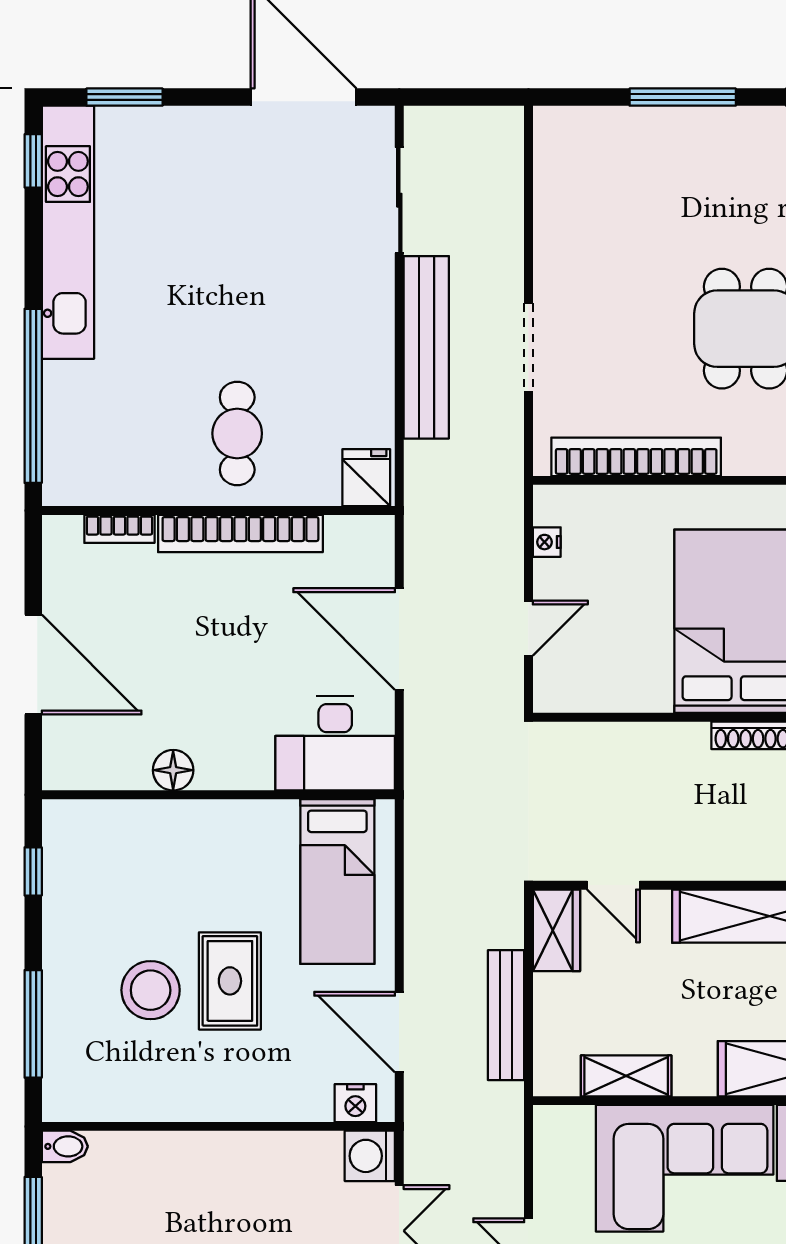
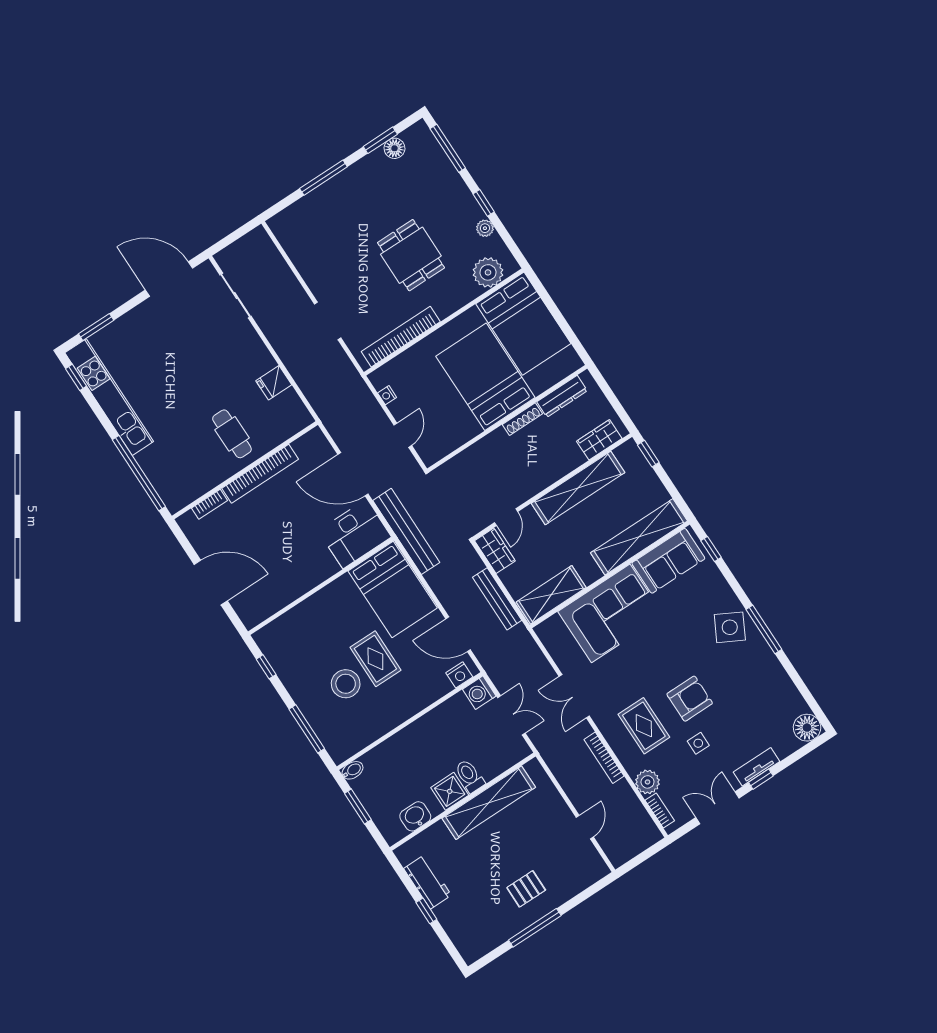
bench: (426, 347) -> (406, 531), moved
fridge: (366, 478) -> (274, 383), moved, turned -90
floor lamp: (173, 770) -> (296, 588), removed
bed: (337, 881) -> (393, 590), width x1.50
door: (614, 885) -> (506, 517), hinge flipped
shelving: (626, 1076) -> (551, 595), width x1.50, depth x1.33

